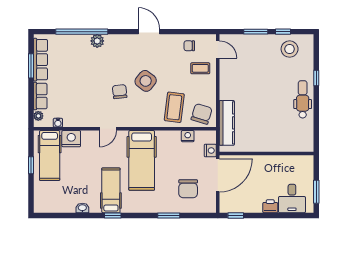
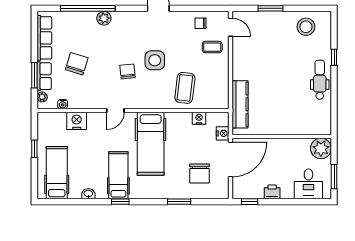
window: (283, 32) -> (299, 8), removed
window: (31, 66) -> (34, 75), moved
side table: (146, 81) -> (155, 60), turned -38
chair: (202, 114) -> (77, 64), moved
hospital bed: (50, 155) -> (57, 173), moved, turned 180
plant: (304, 165) -> (321, 148), added
printer: (270, 206) -> (272, 192), moved

